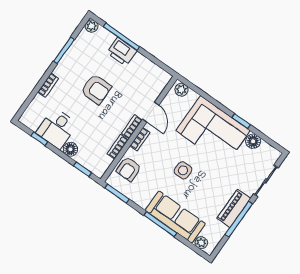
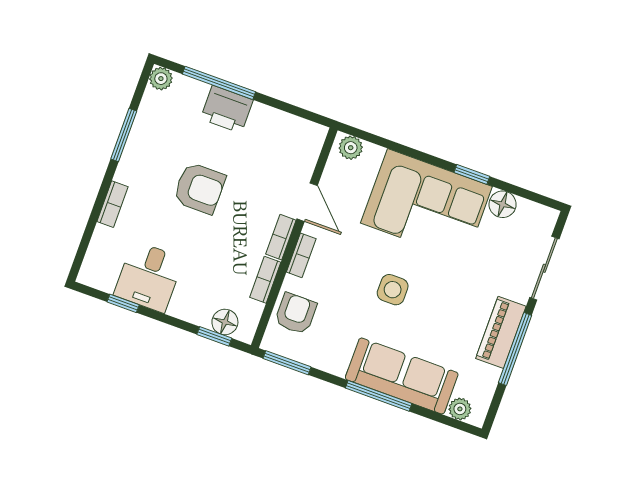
floor lamp: (70, 149) -> (225, 322), moved
armchair: (129, 169) -> (296, 314), turned 180

